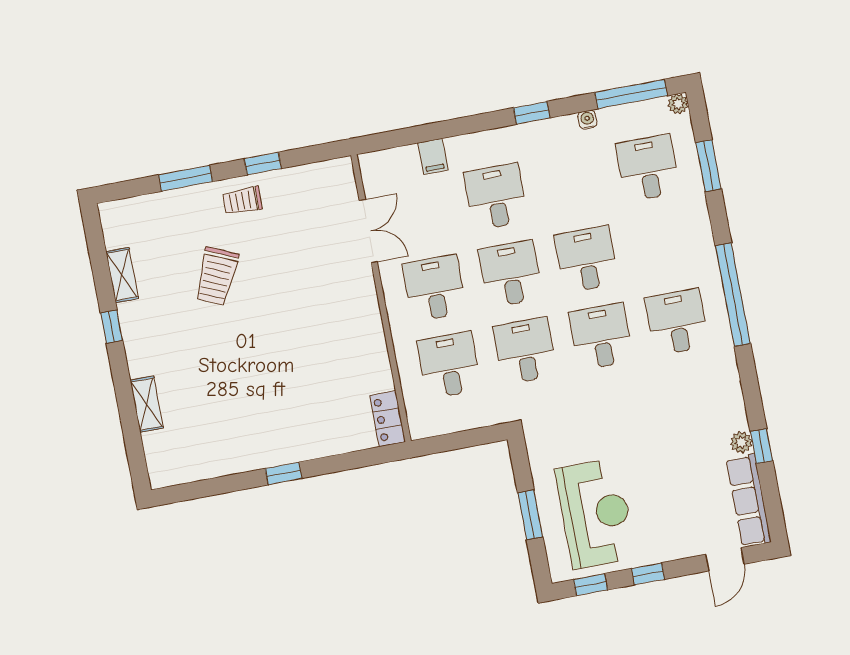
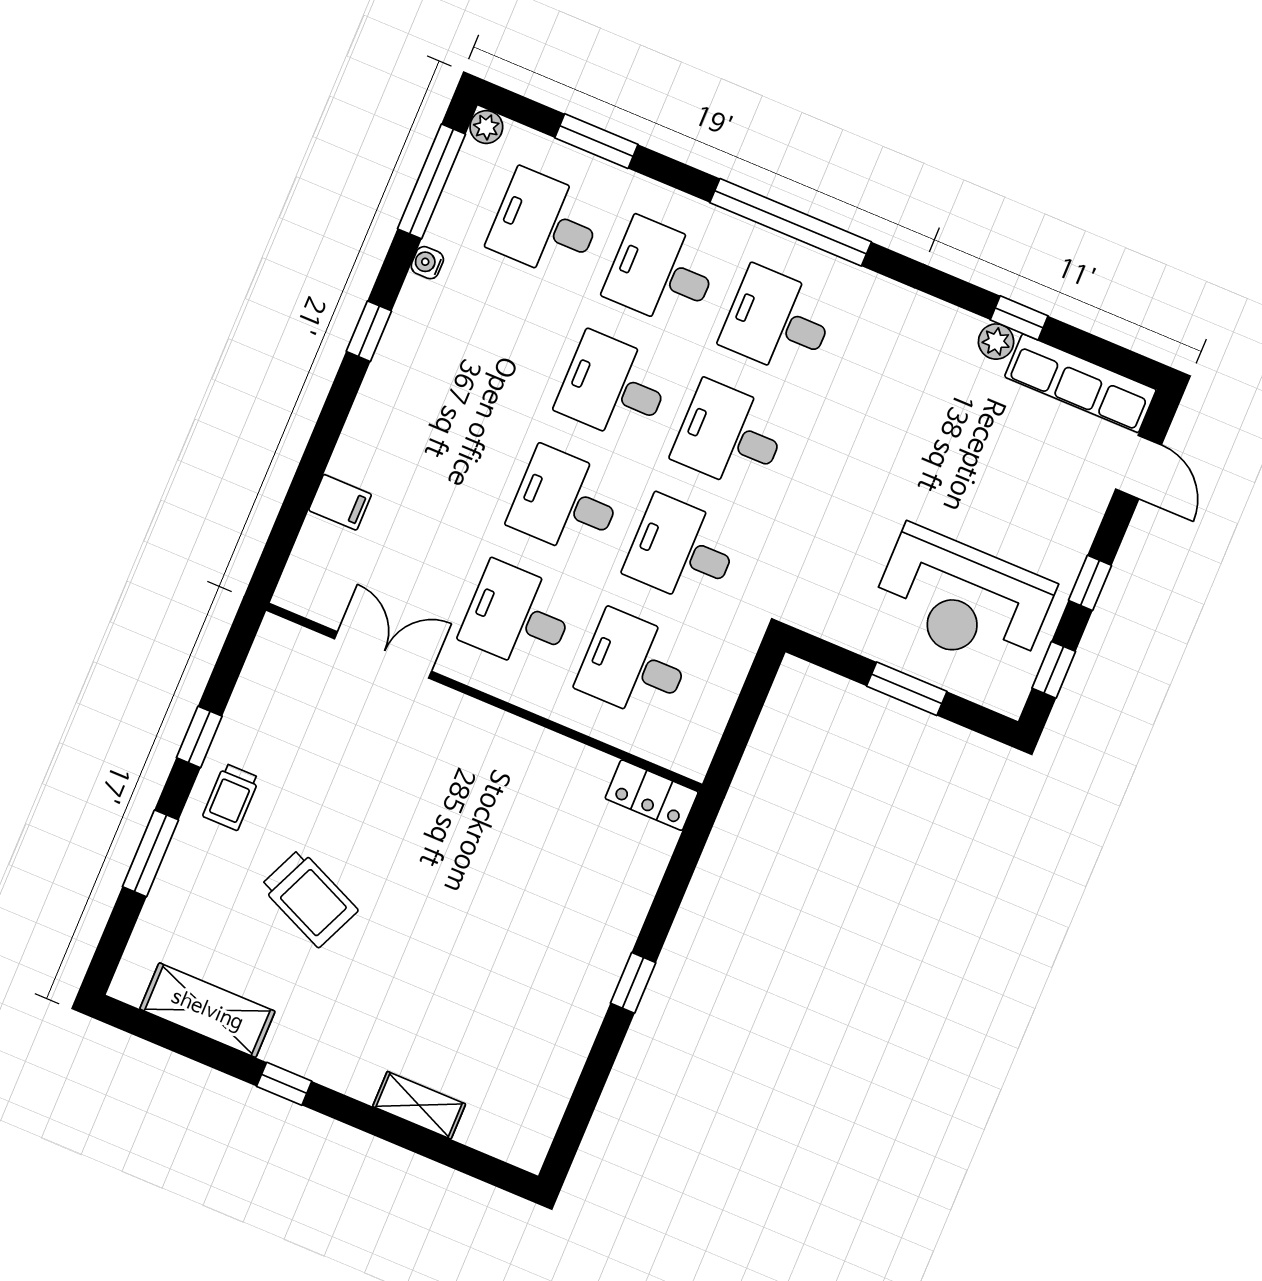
desk: (496, 197) -> (662, 273), moved
shelving: (122, 275) -> (207, 1010), width x1.50, depth x1.33
reception desk: (596, 513) -> (963, 600), turned 180

